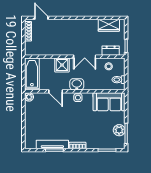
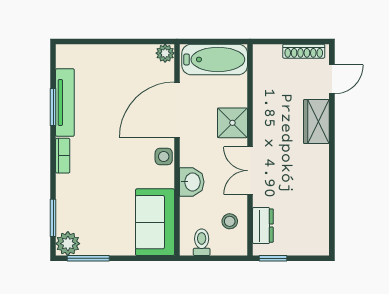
wardrobe: (109, 25) -> (316, 122), moved
washbasin: (77, 84) -> (192, 182), moved
door: (56, 91) -> (177, 110), width x1.88
plant: (119, 130) -> (68, 244), moved

